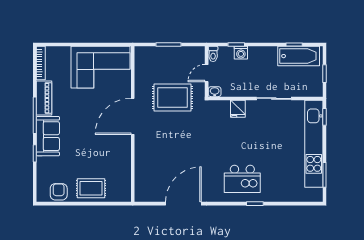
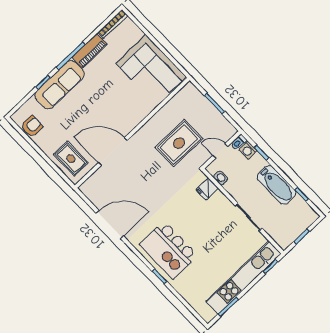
washing machine: (241, 53) -> (248, 150), moved
bathtub: (299, 56) -> (277, 185), moved
washbasin: (215, 92) -> (221, 178), moved
rug: (172, 97) -> (179, 143), turned 90
fridge: (238, 109) -> (207, 189), moved
door: (133, 116) -> (113, 152), moved
sofa: (48, 136) -> (60, 85), width x1.36
kitchen island: (242, 179) -> (169, 250), width x1.37, depth x1.28
rug: (91, 188) -> (71, 159), moved

